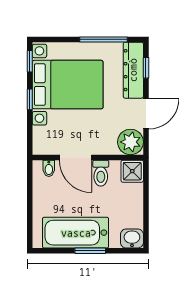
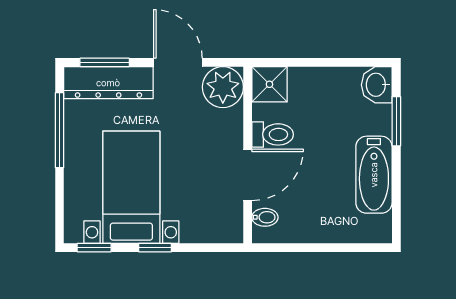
window: (146, 68) -> (105, 62), width x1.50
bed with nightstands: (68, 85) -> (131, 187), width x0.73
bathtub: (76, 233) -> (374, 175), width x0.73, depth x0.73
window: (90, 251) -> (396, 121), moved

